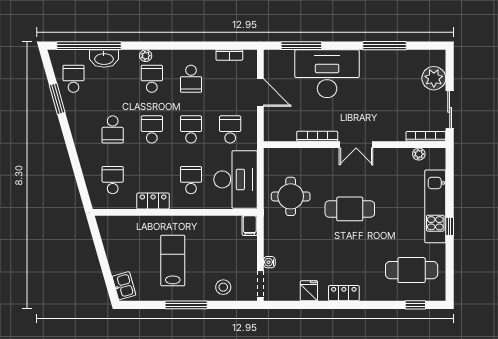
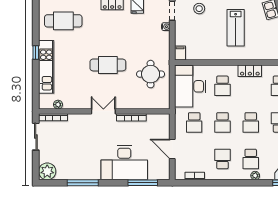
plant: (434, 78) -> (47, 171), moved

